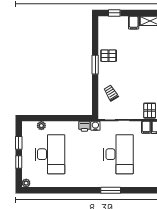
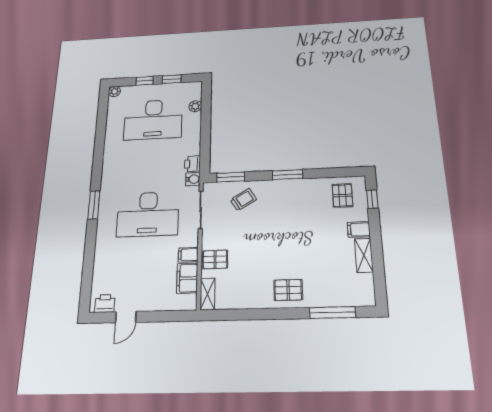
pallet: (109, 56) -> (343, 195), moved
window: (95, 101) -> (231, 177), added

